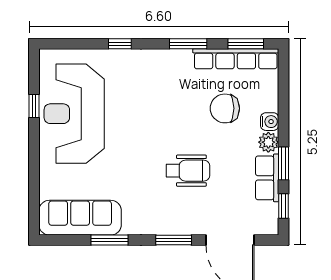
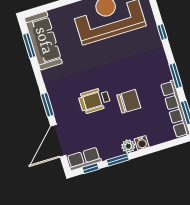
chair: (225, 108) -> (129, 101), moved, turned 90
wheelchair: (188, 171) -> (94, 100), turned 90
row of seats: (267, 178) -> (84, 159), moved
window: (109, 240) -> (29, 46), moved

